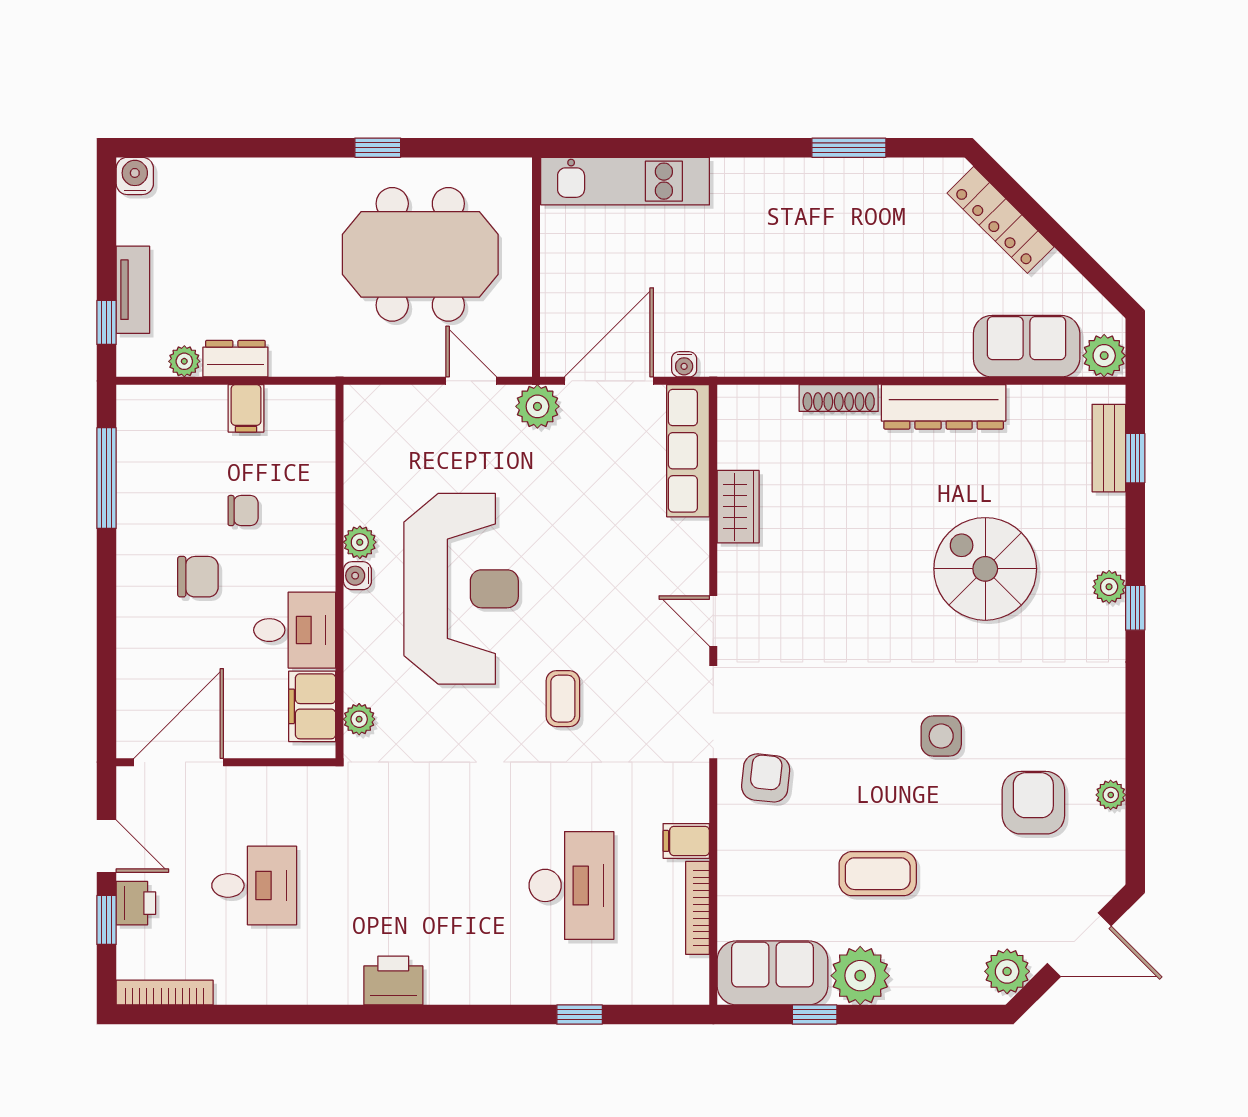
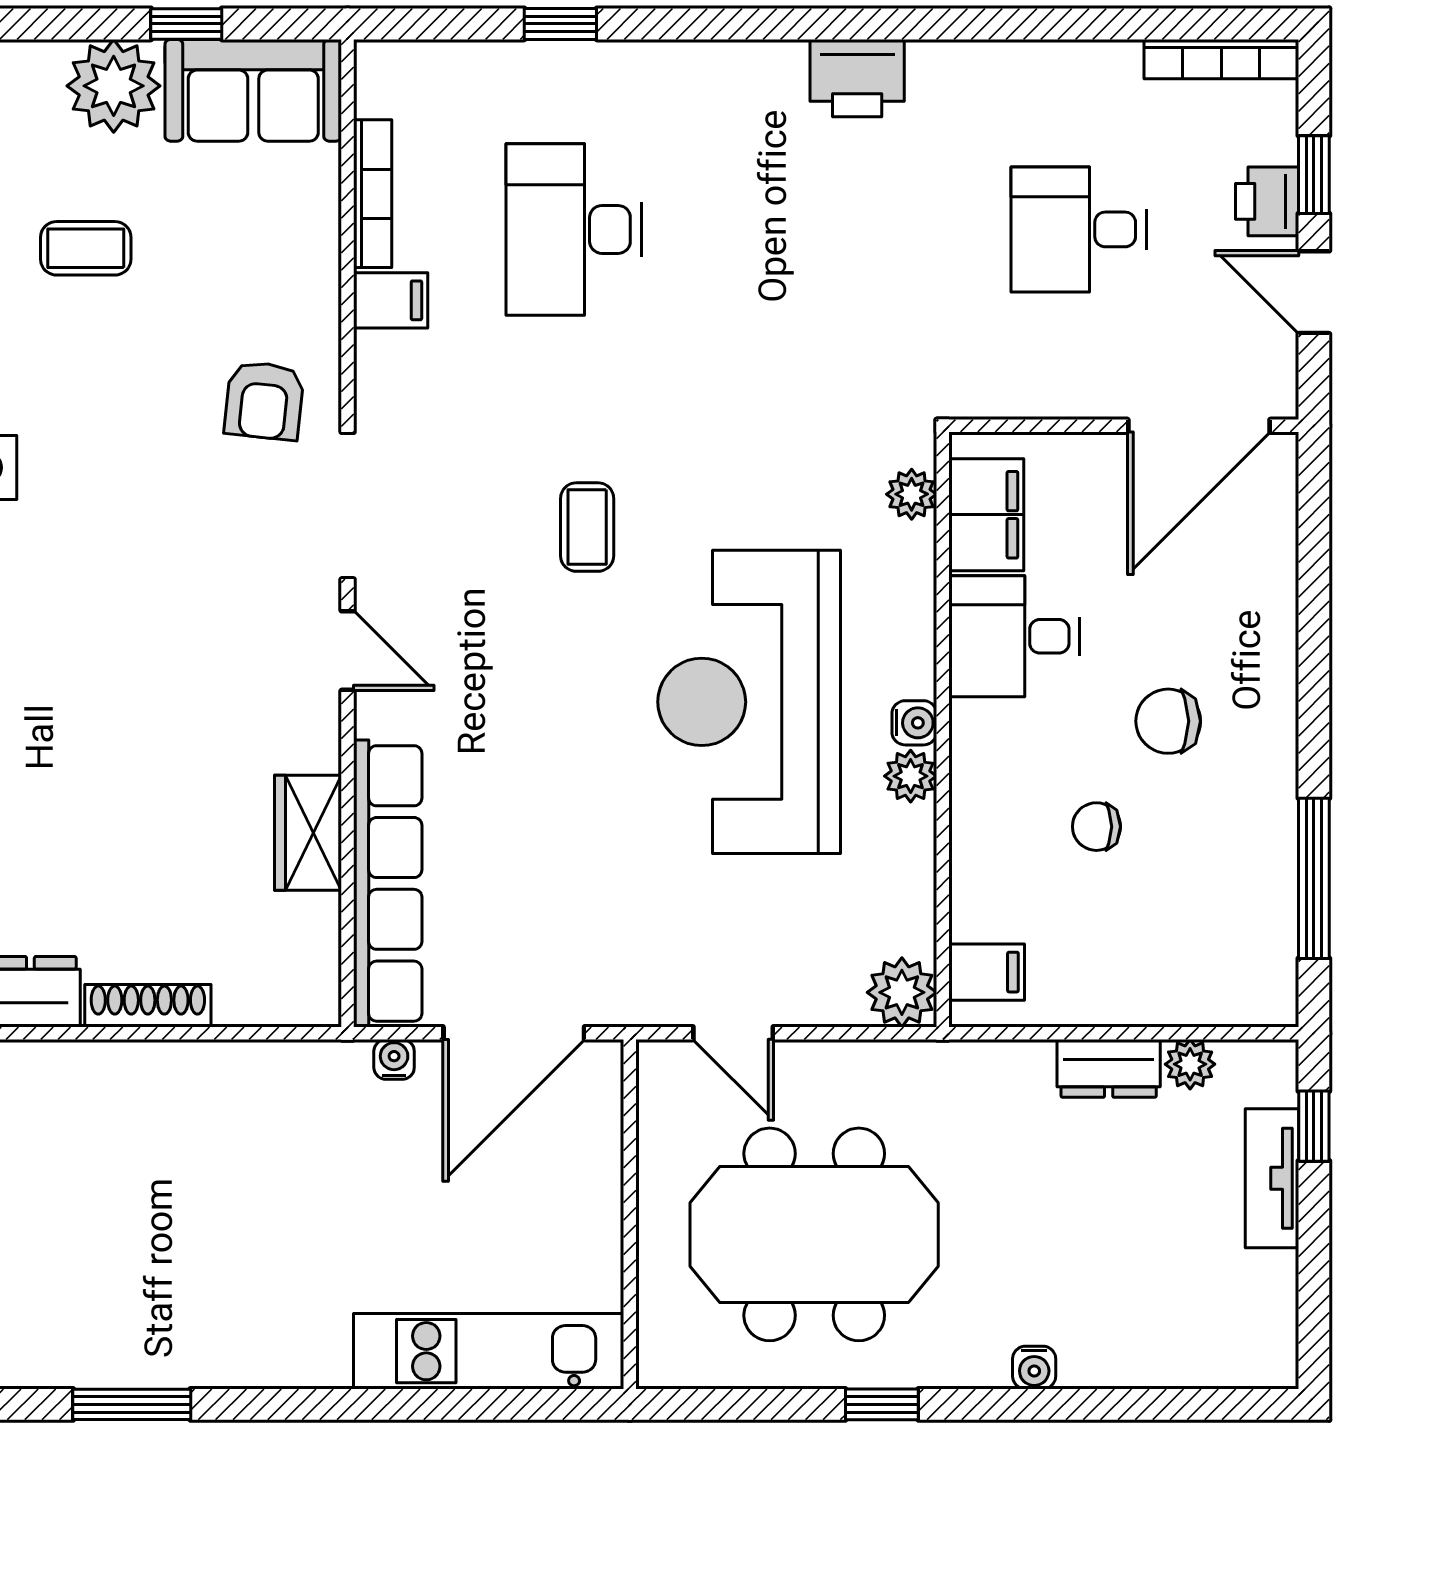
water cooler: (135, 176) -> (1034, 1368), moved, width x0.72, depth x0.72
plant: (537, 406) -> (902, 992), moved
filing cabinet: (246, 408) -> (987, 972), moved, turned 90
row of seats: (688, 451) -> (388, 883), width x1.36
coffee table: (878, 874) -> (86, 248), width x0.73, depth x0.77

